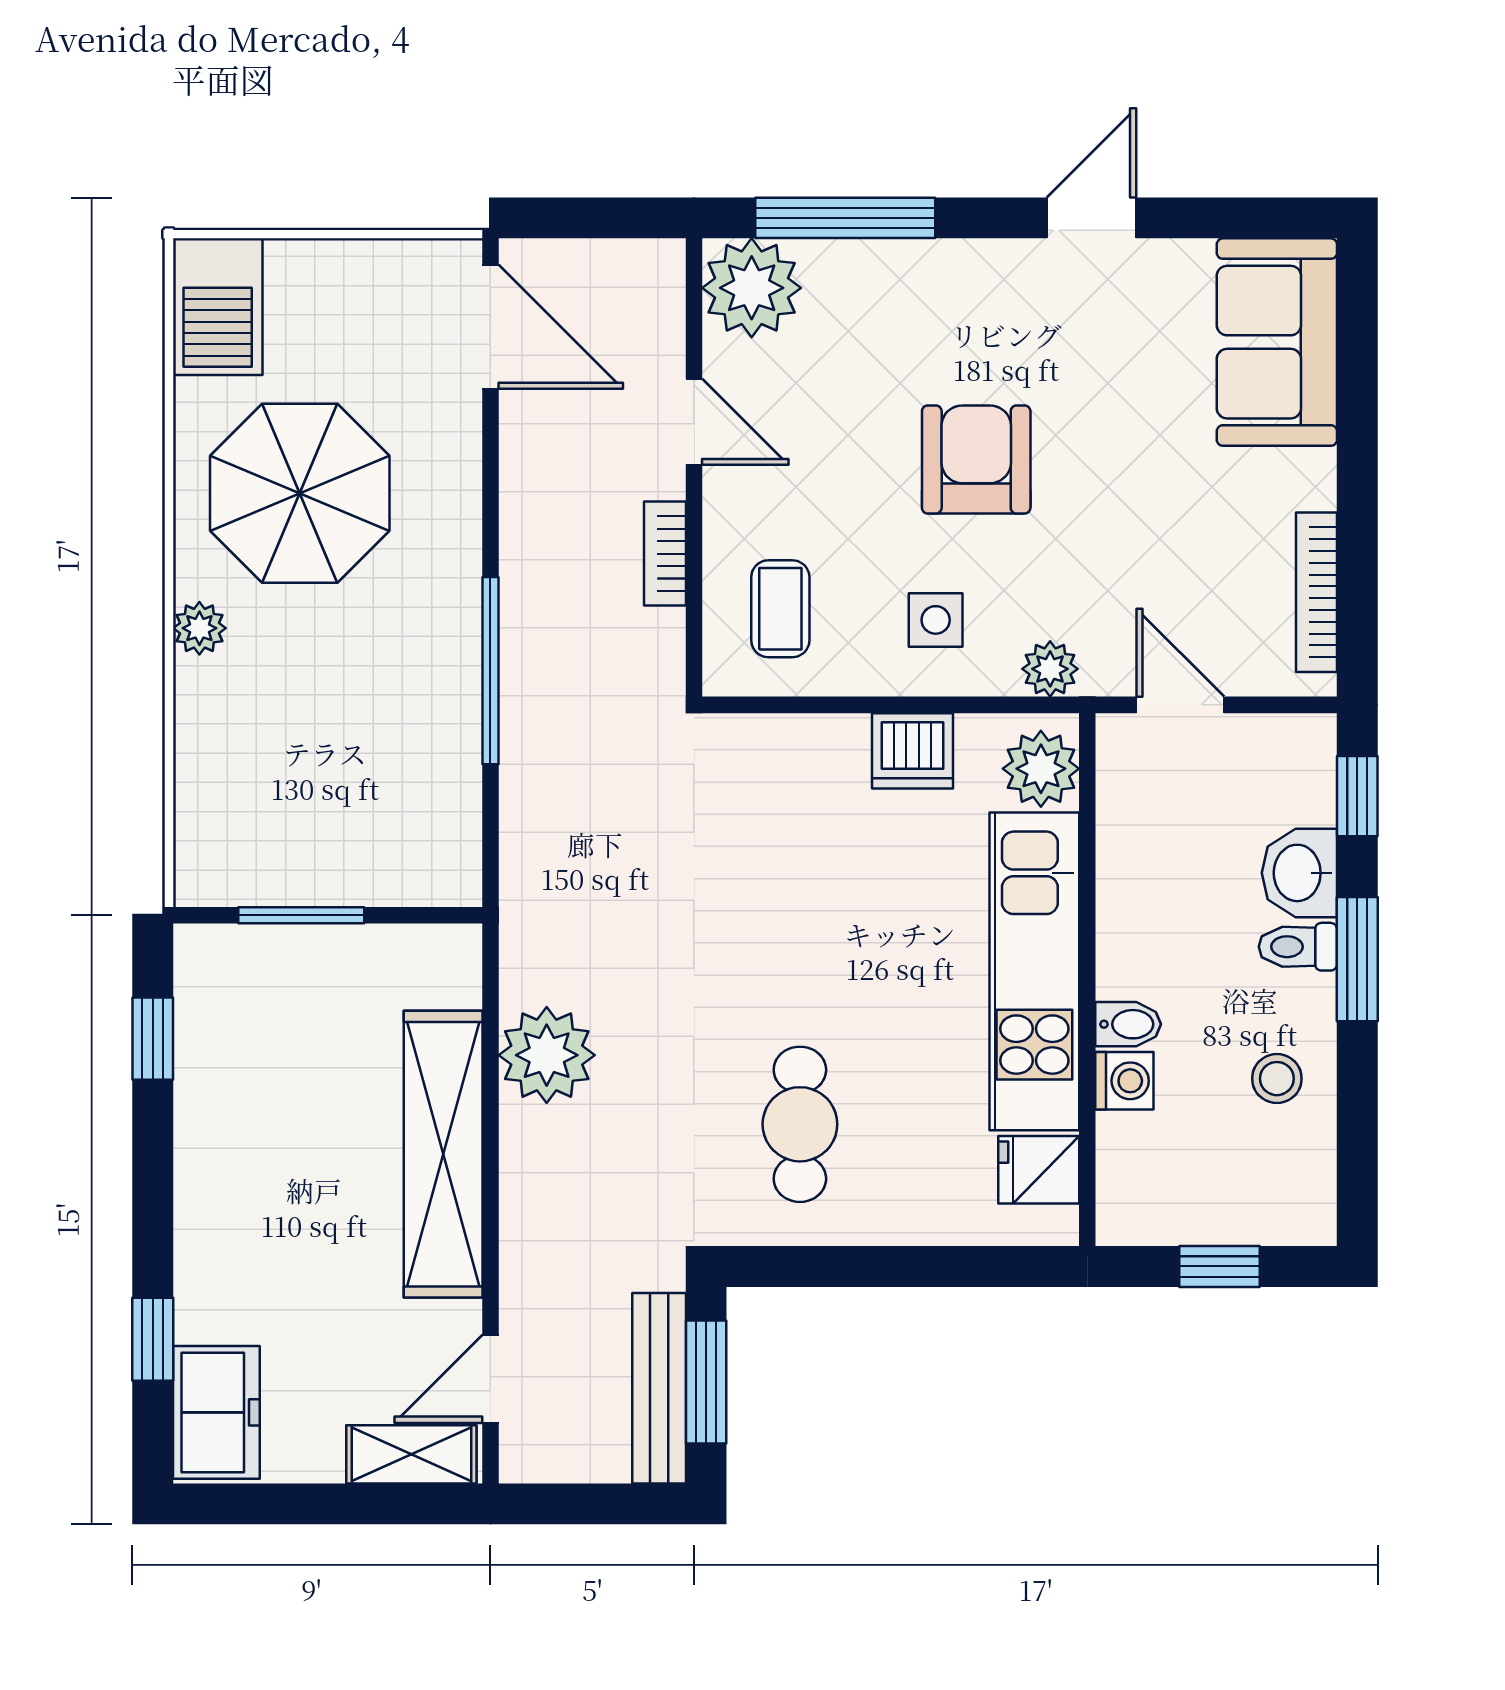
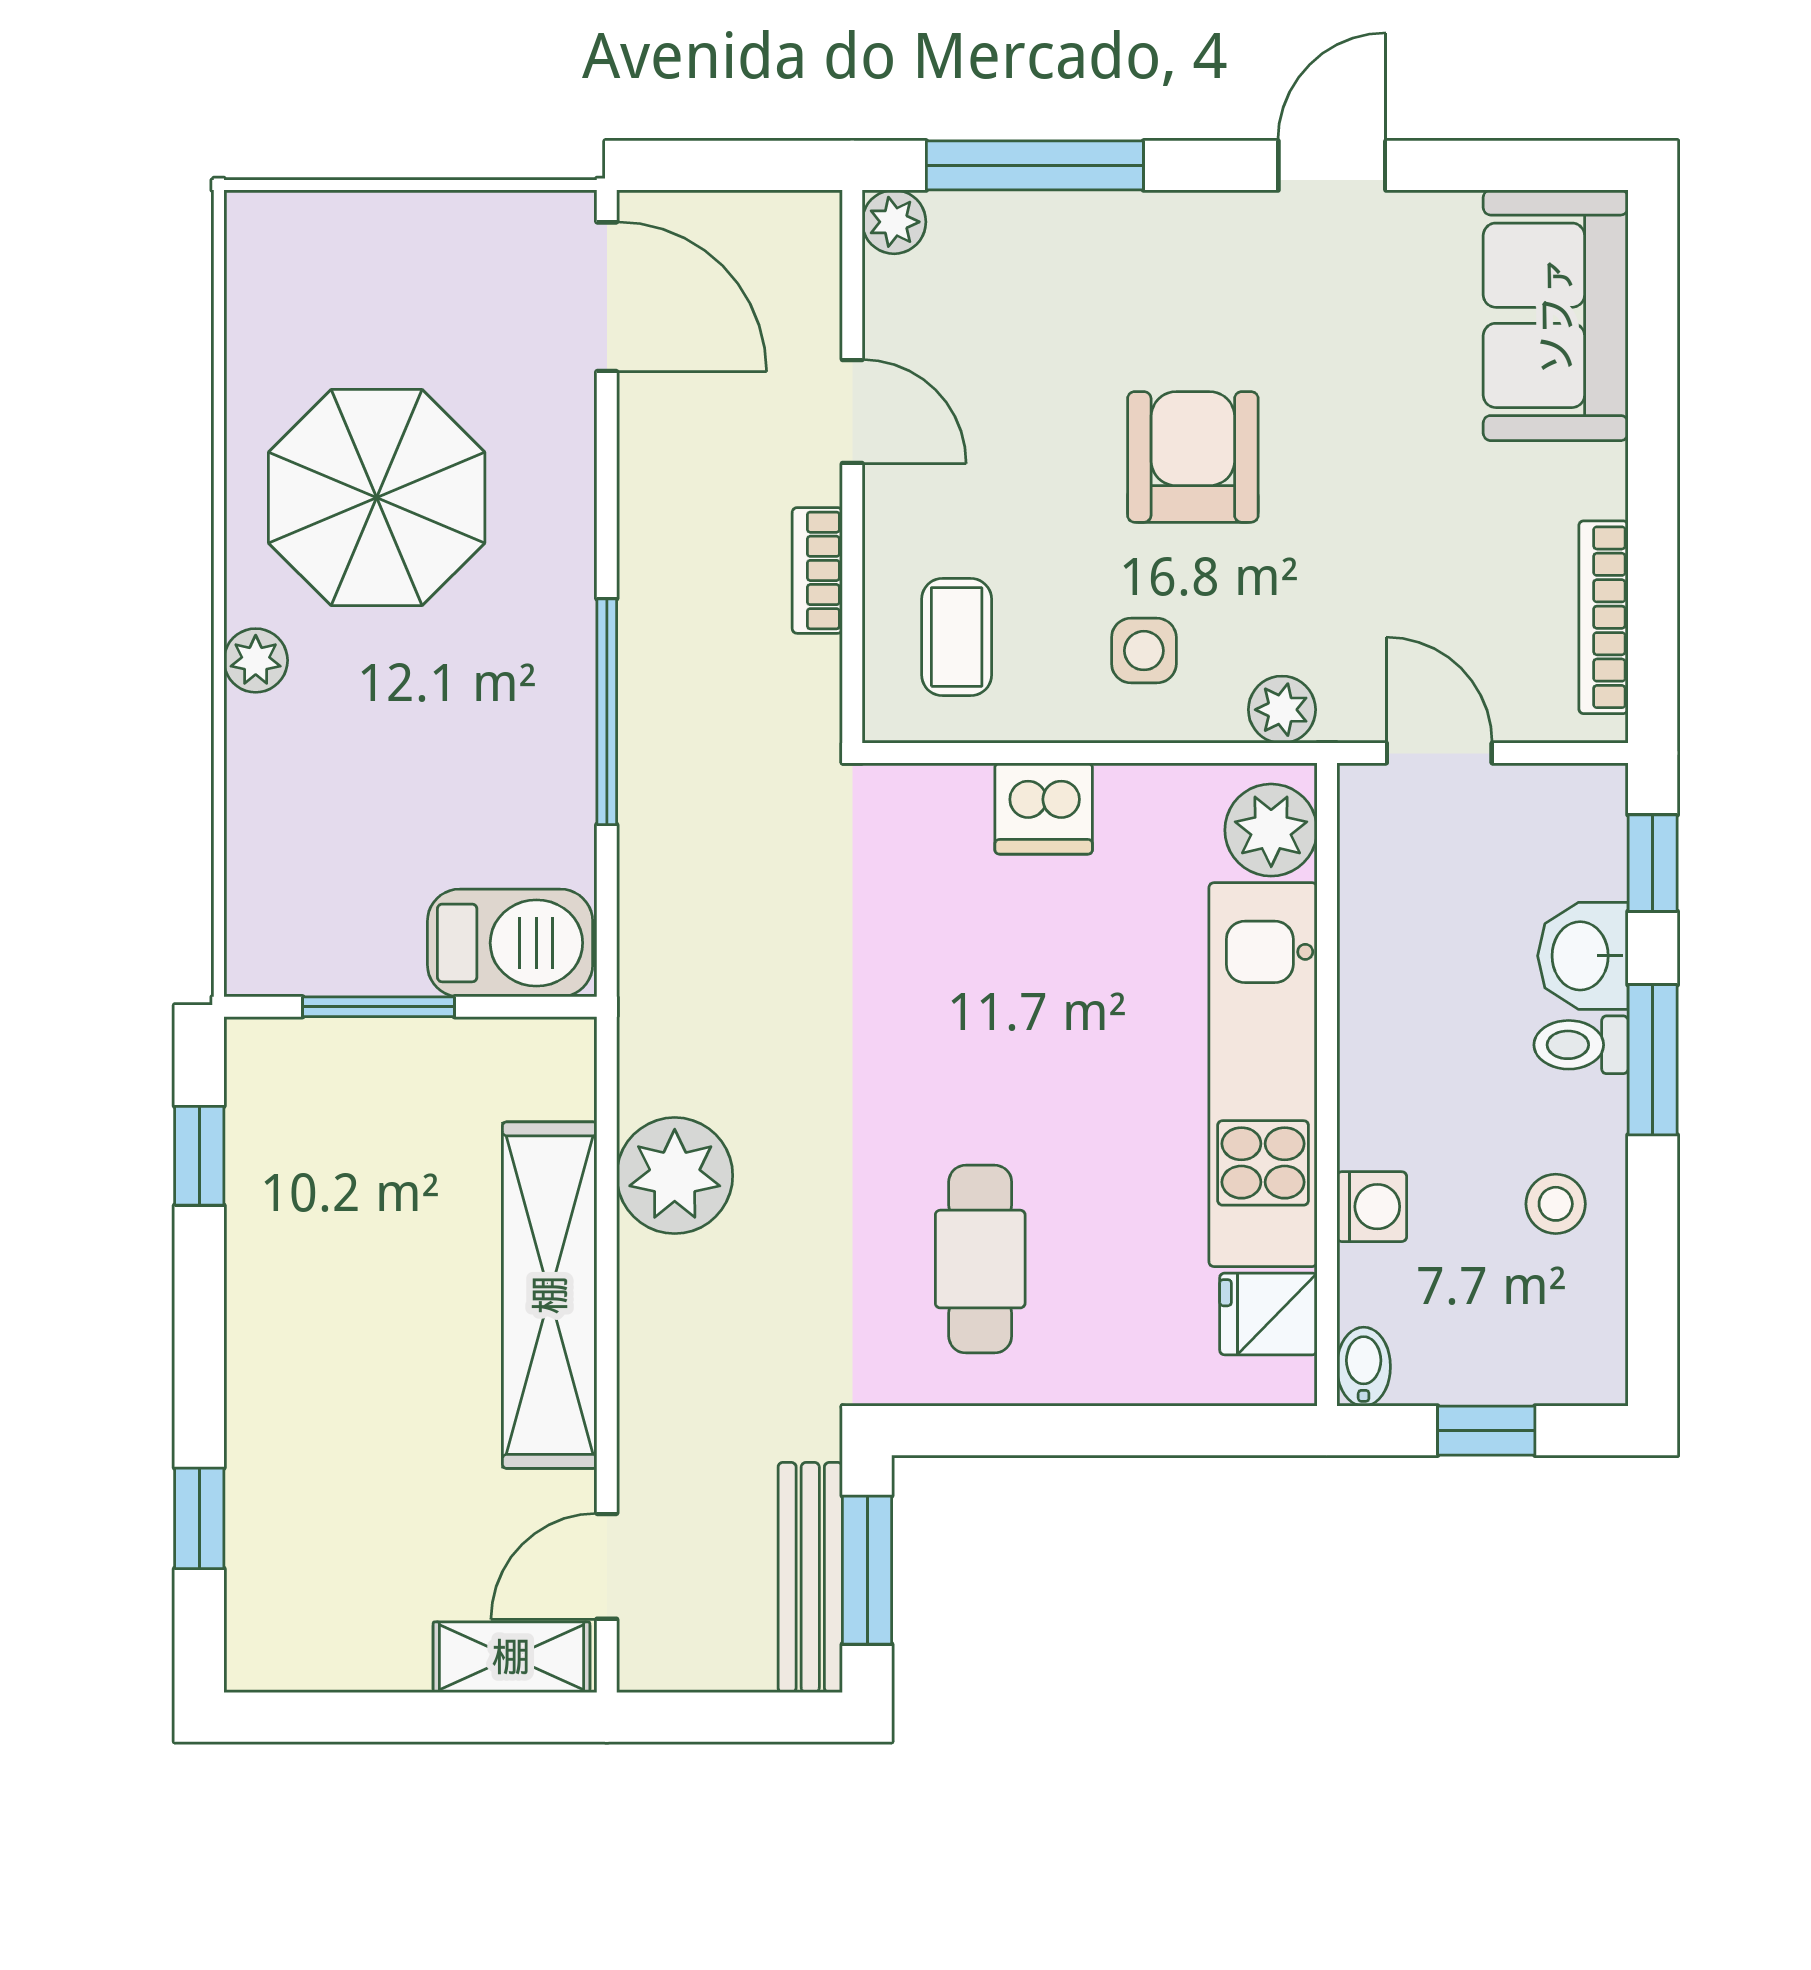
plant: (752, 288) -> (894, 222), width x0.53, depth x0.53
barbecue: (218, 307) -> (510, 943), moved, turned -90
dishwasher: (913, 751) -> (1044, 808), moved
bidet: (1128, 1024) -> (1364, 1367), moved, turned -90
freezer: (216, 1412) -> (276, 1607), removed

